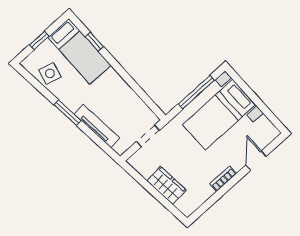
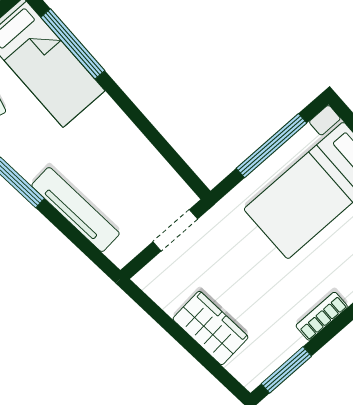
window: (94, 42) -> (73, 44), width x2.17
window: (206, 206) -> (286, 370), added

